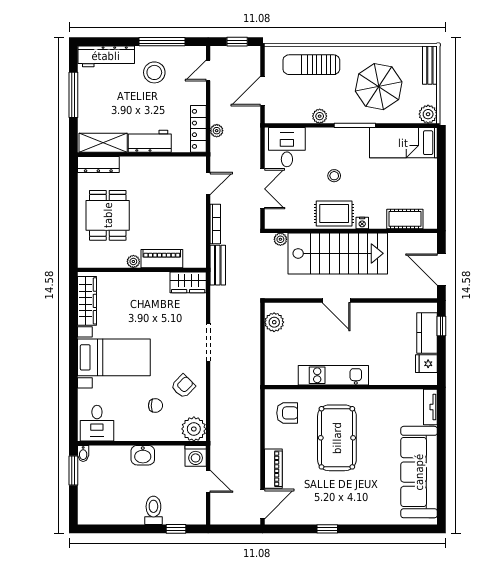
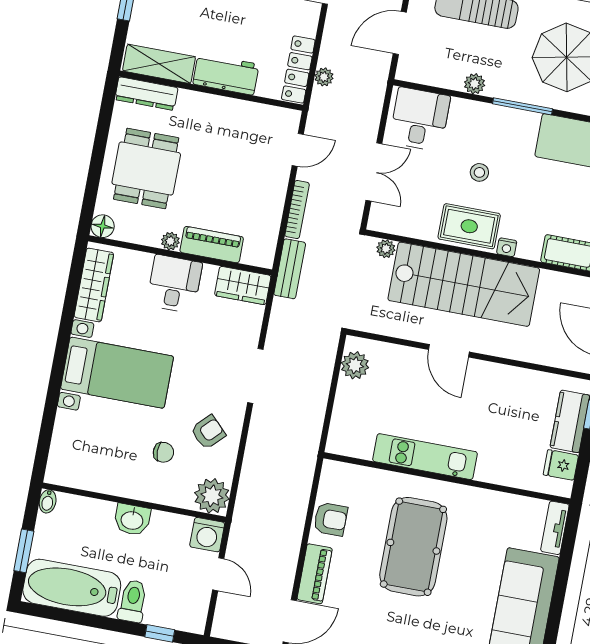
floor lamp: (85, 260) -> (103, 226), added
armchair: (287, 413) -> (331, 519), moved
desk: (97, 423) -> (174, 284), moved, turned 180
window: (73, 470) -> (24, 551), moved
bathtub: (110, 509) -> (72, 588), added

